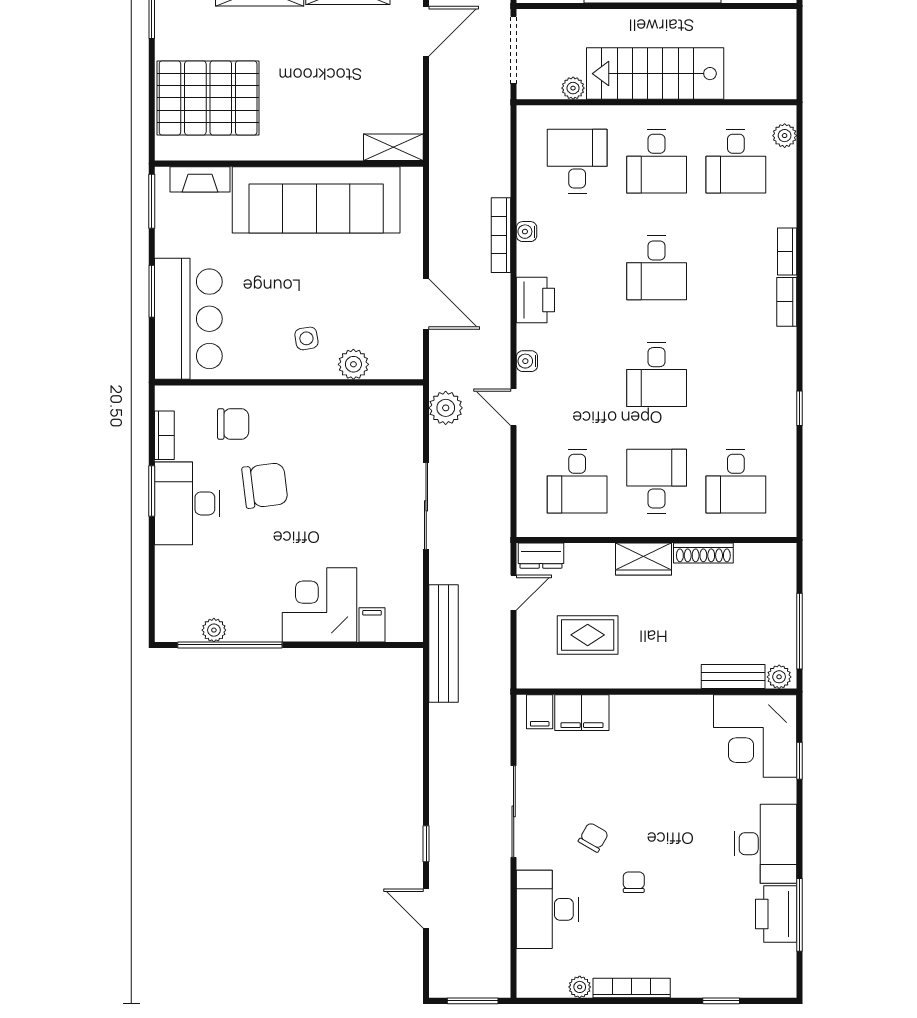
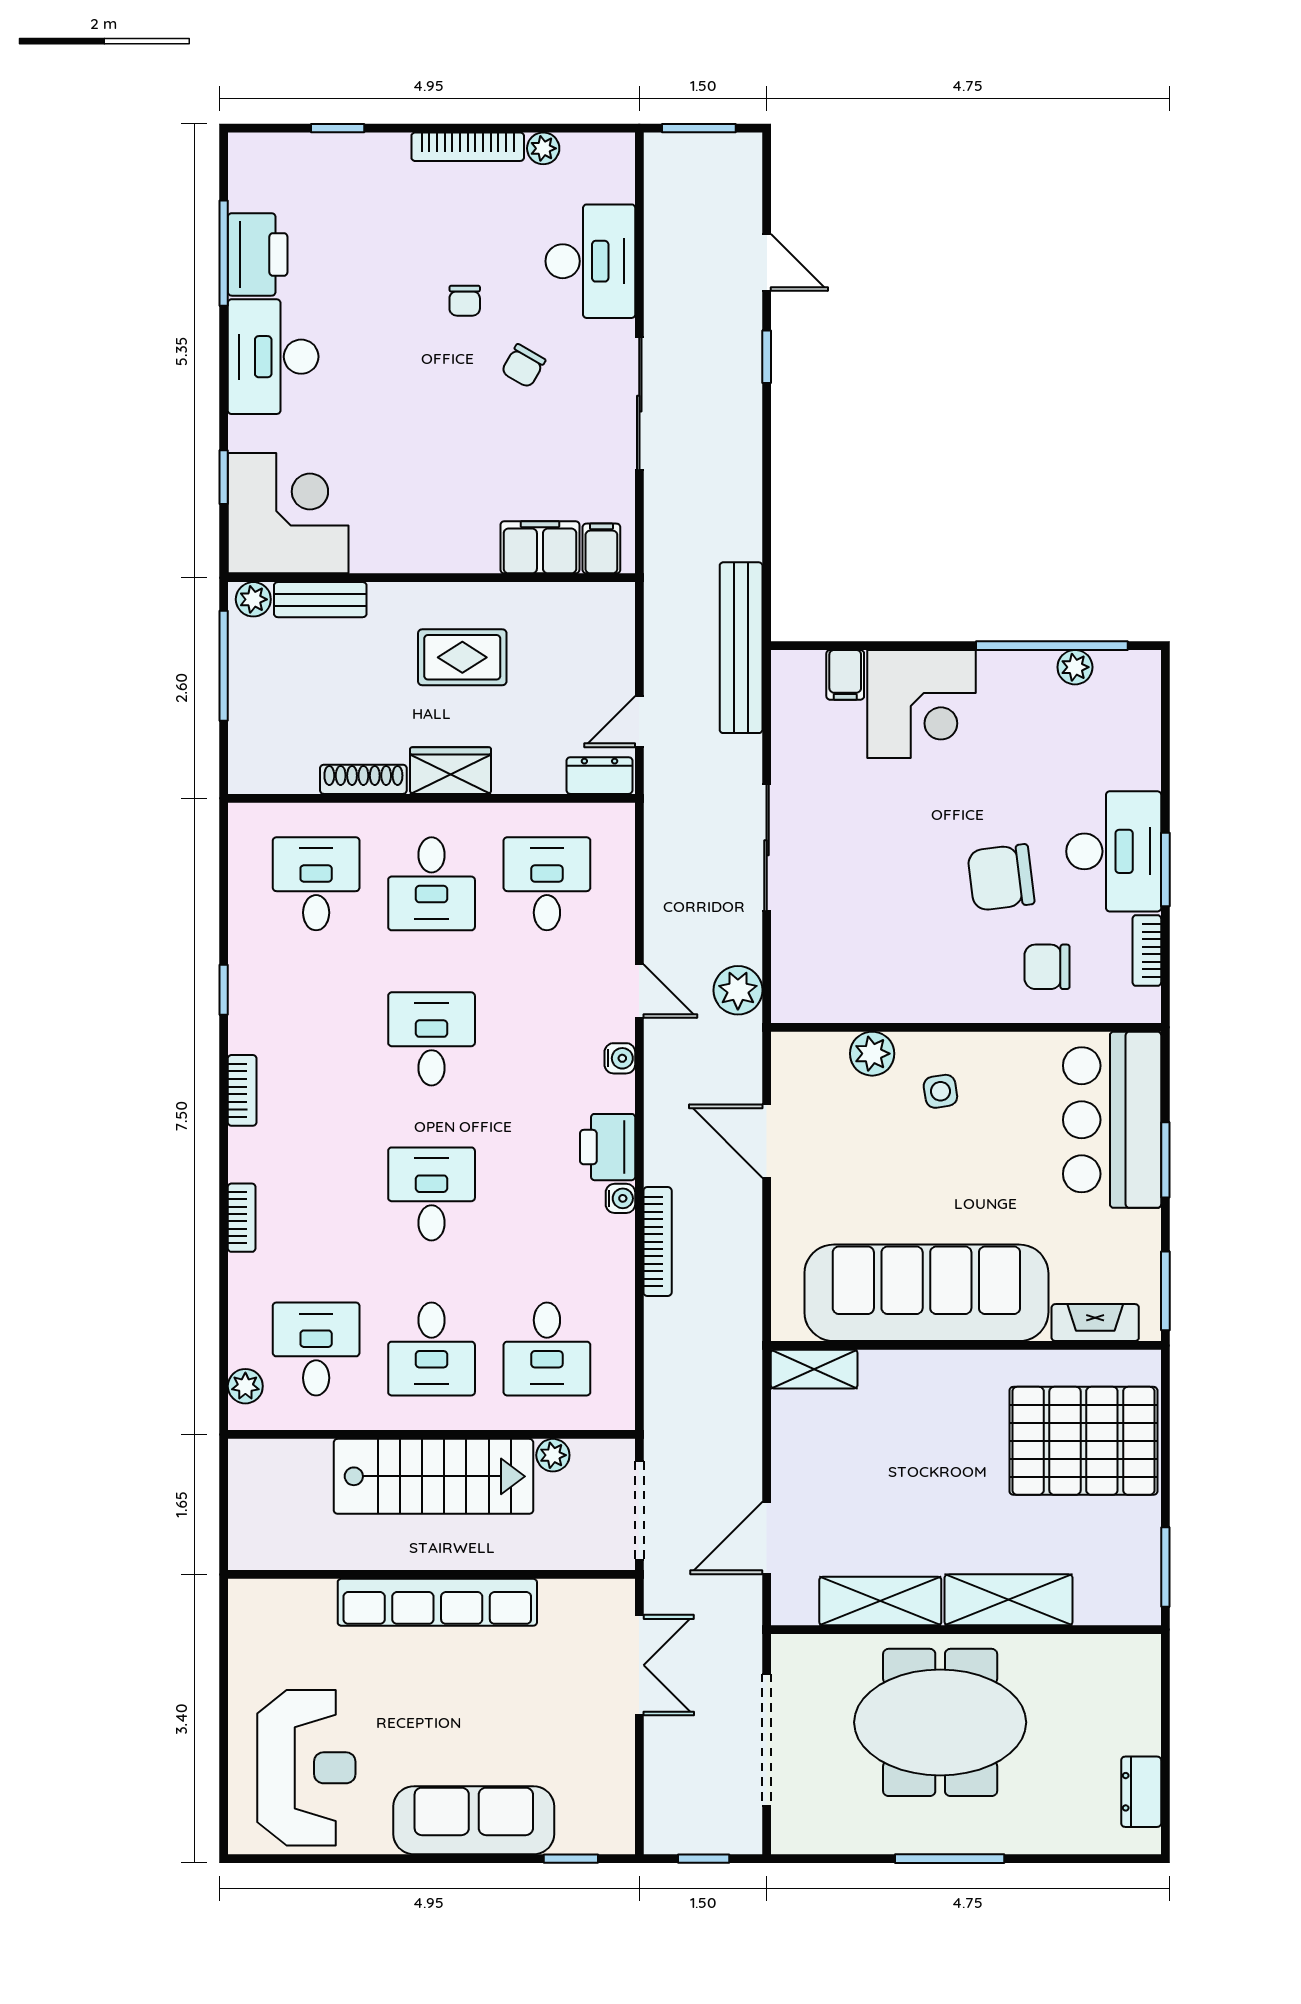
desk: (657, 161) -> (432, 1349), turned 180
water cooler: (527, 232) -> (620, 1198), moved
bookcase: (787, 302) -> (242, 1090), moved
rug: (588, 635) -> (462, 657), moved

